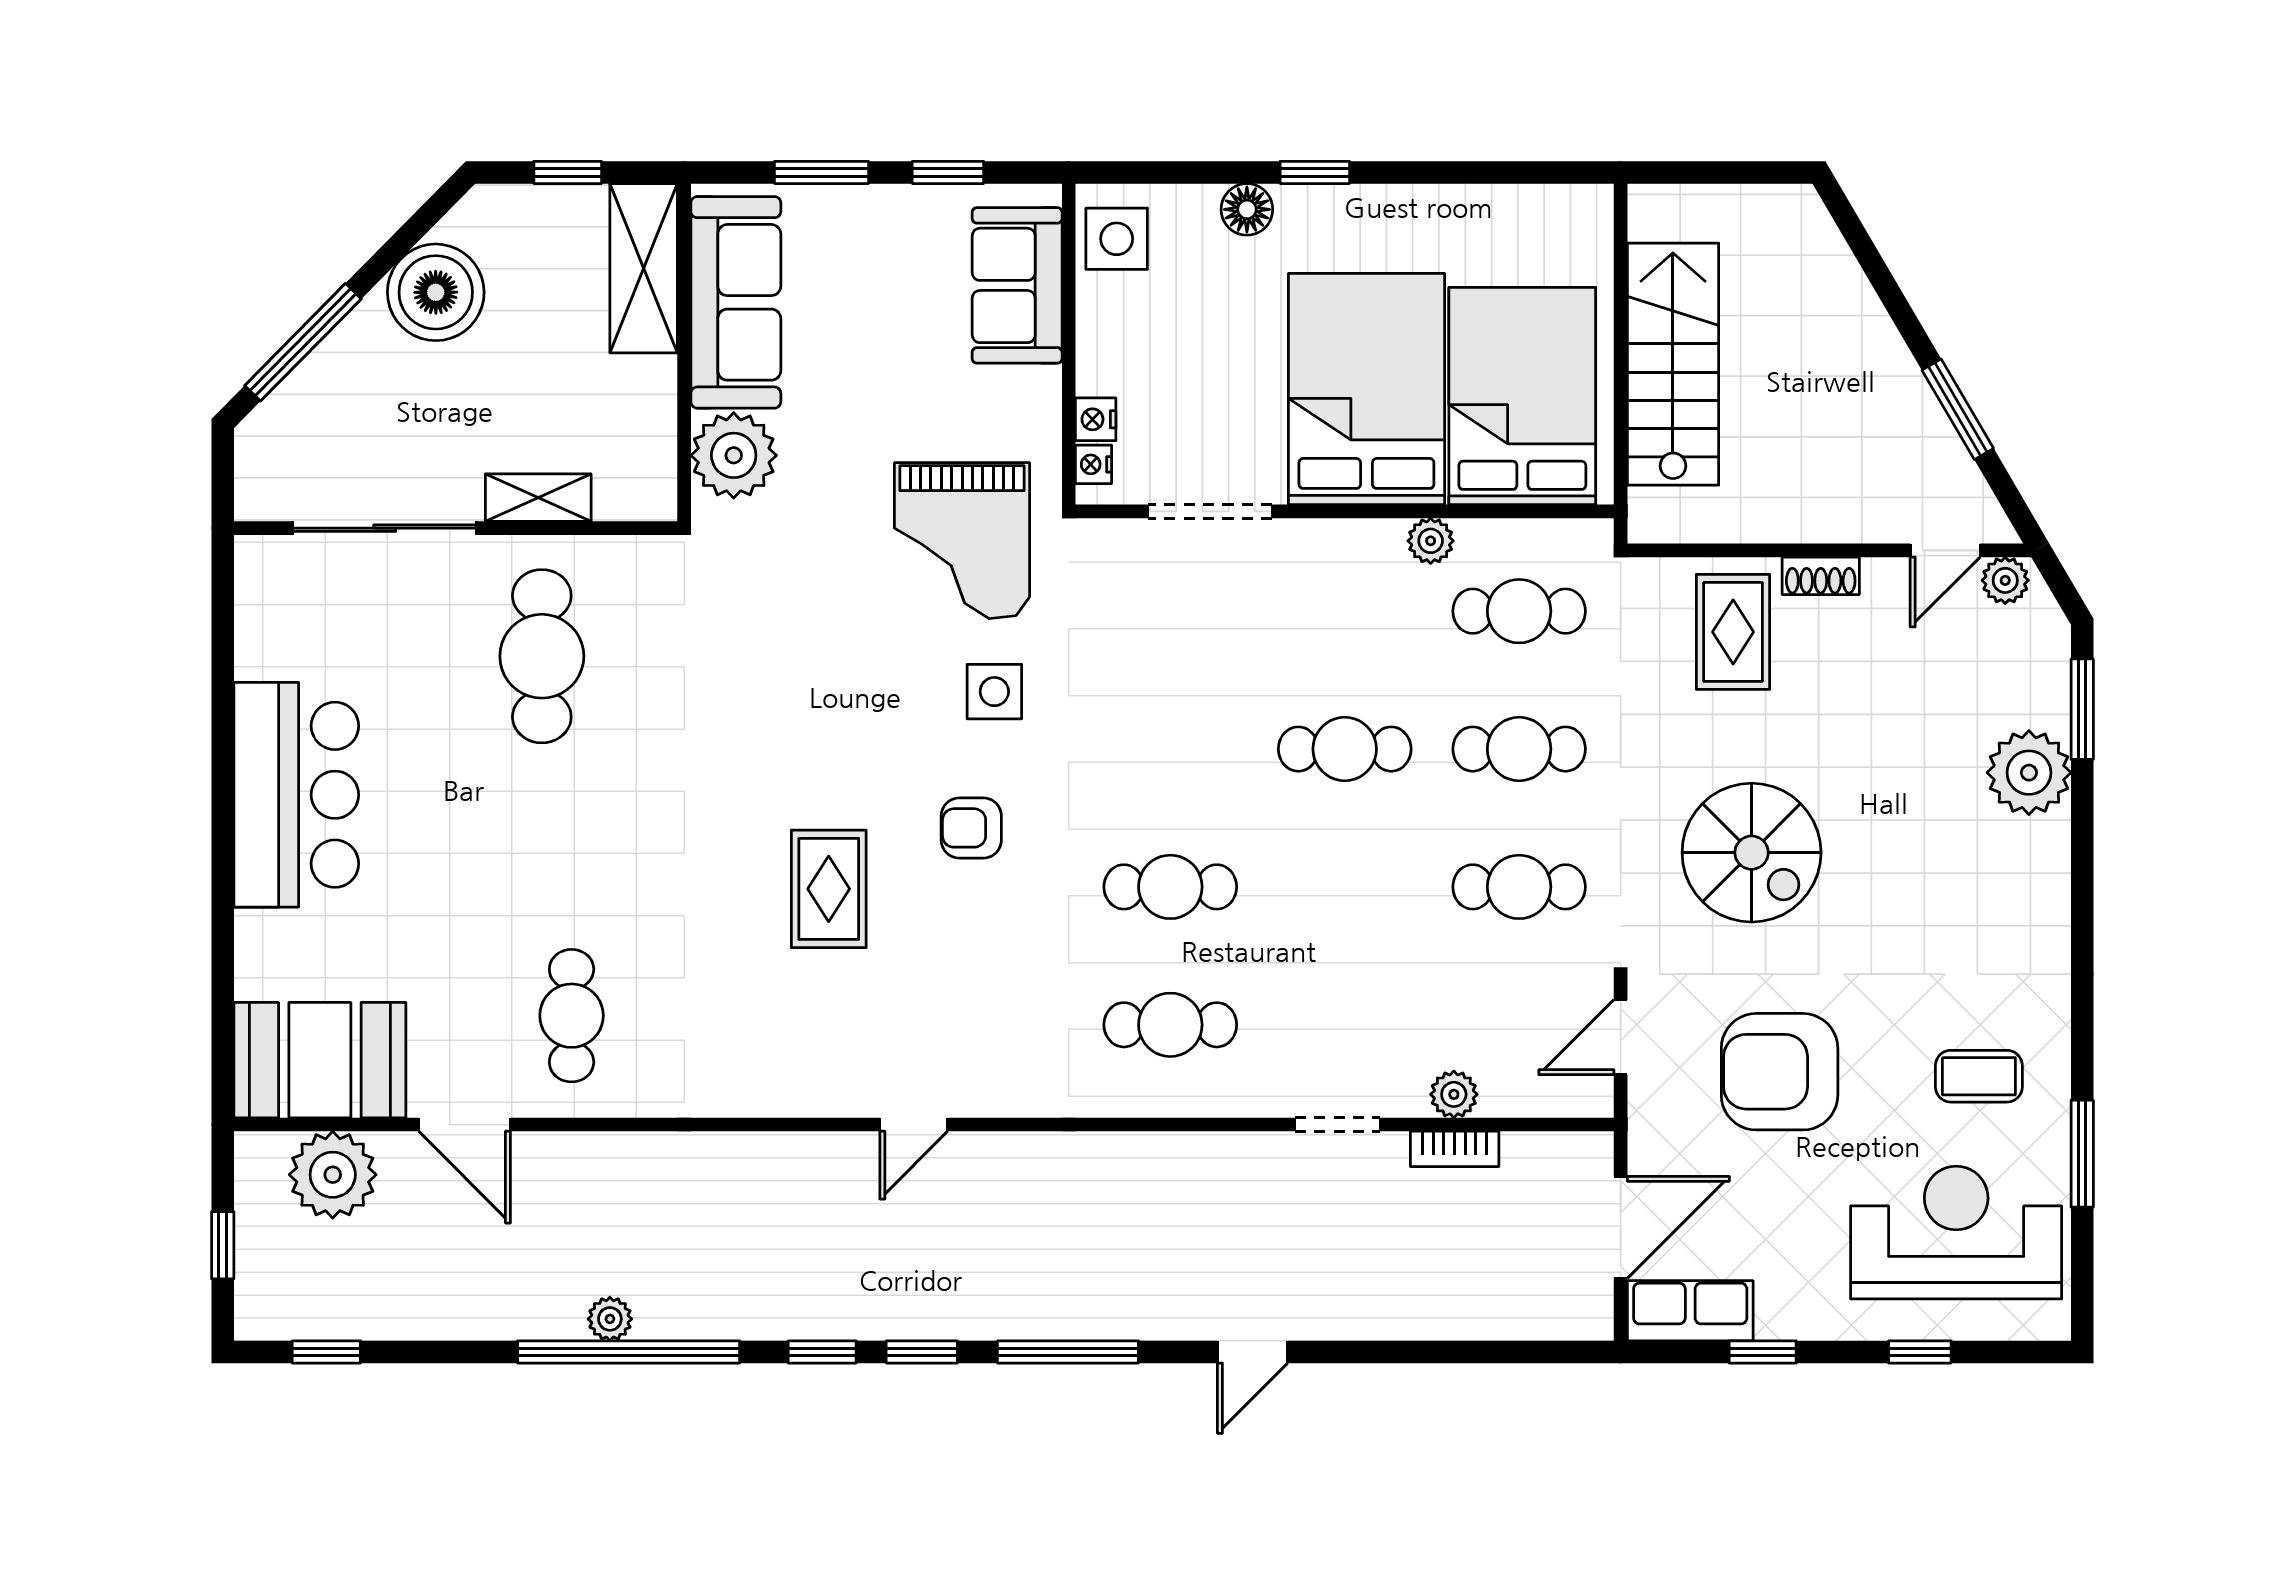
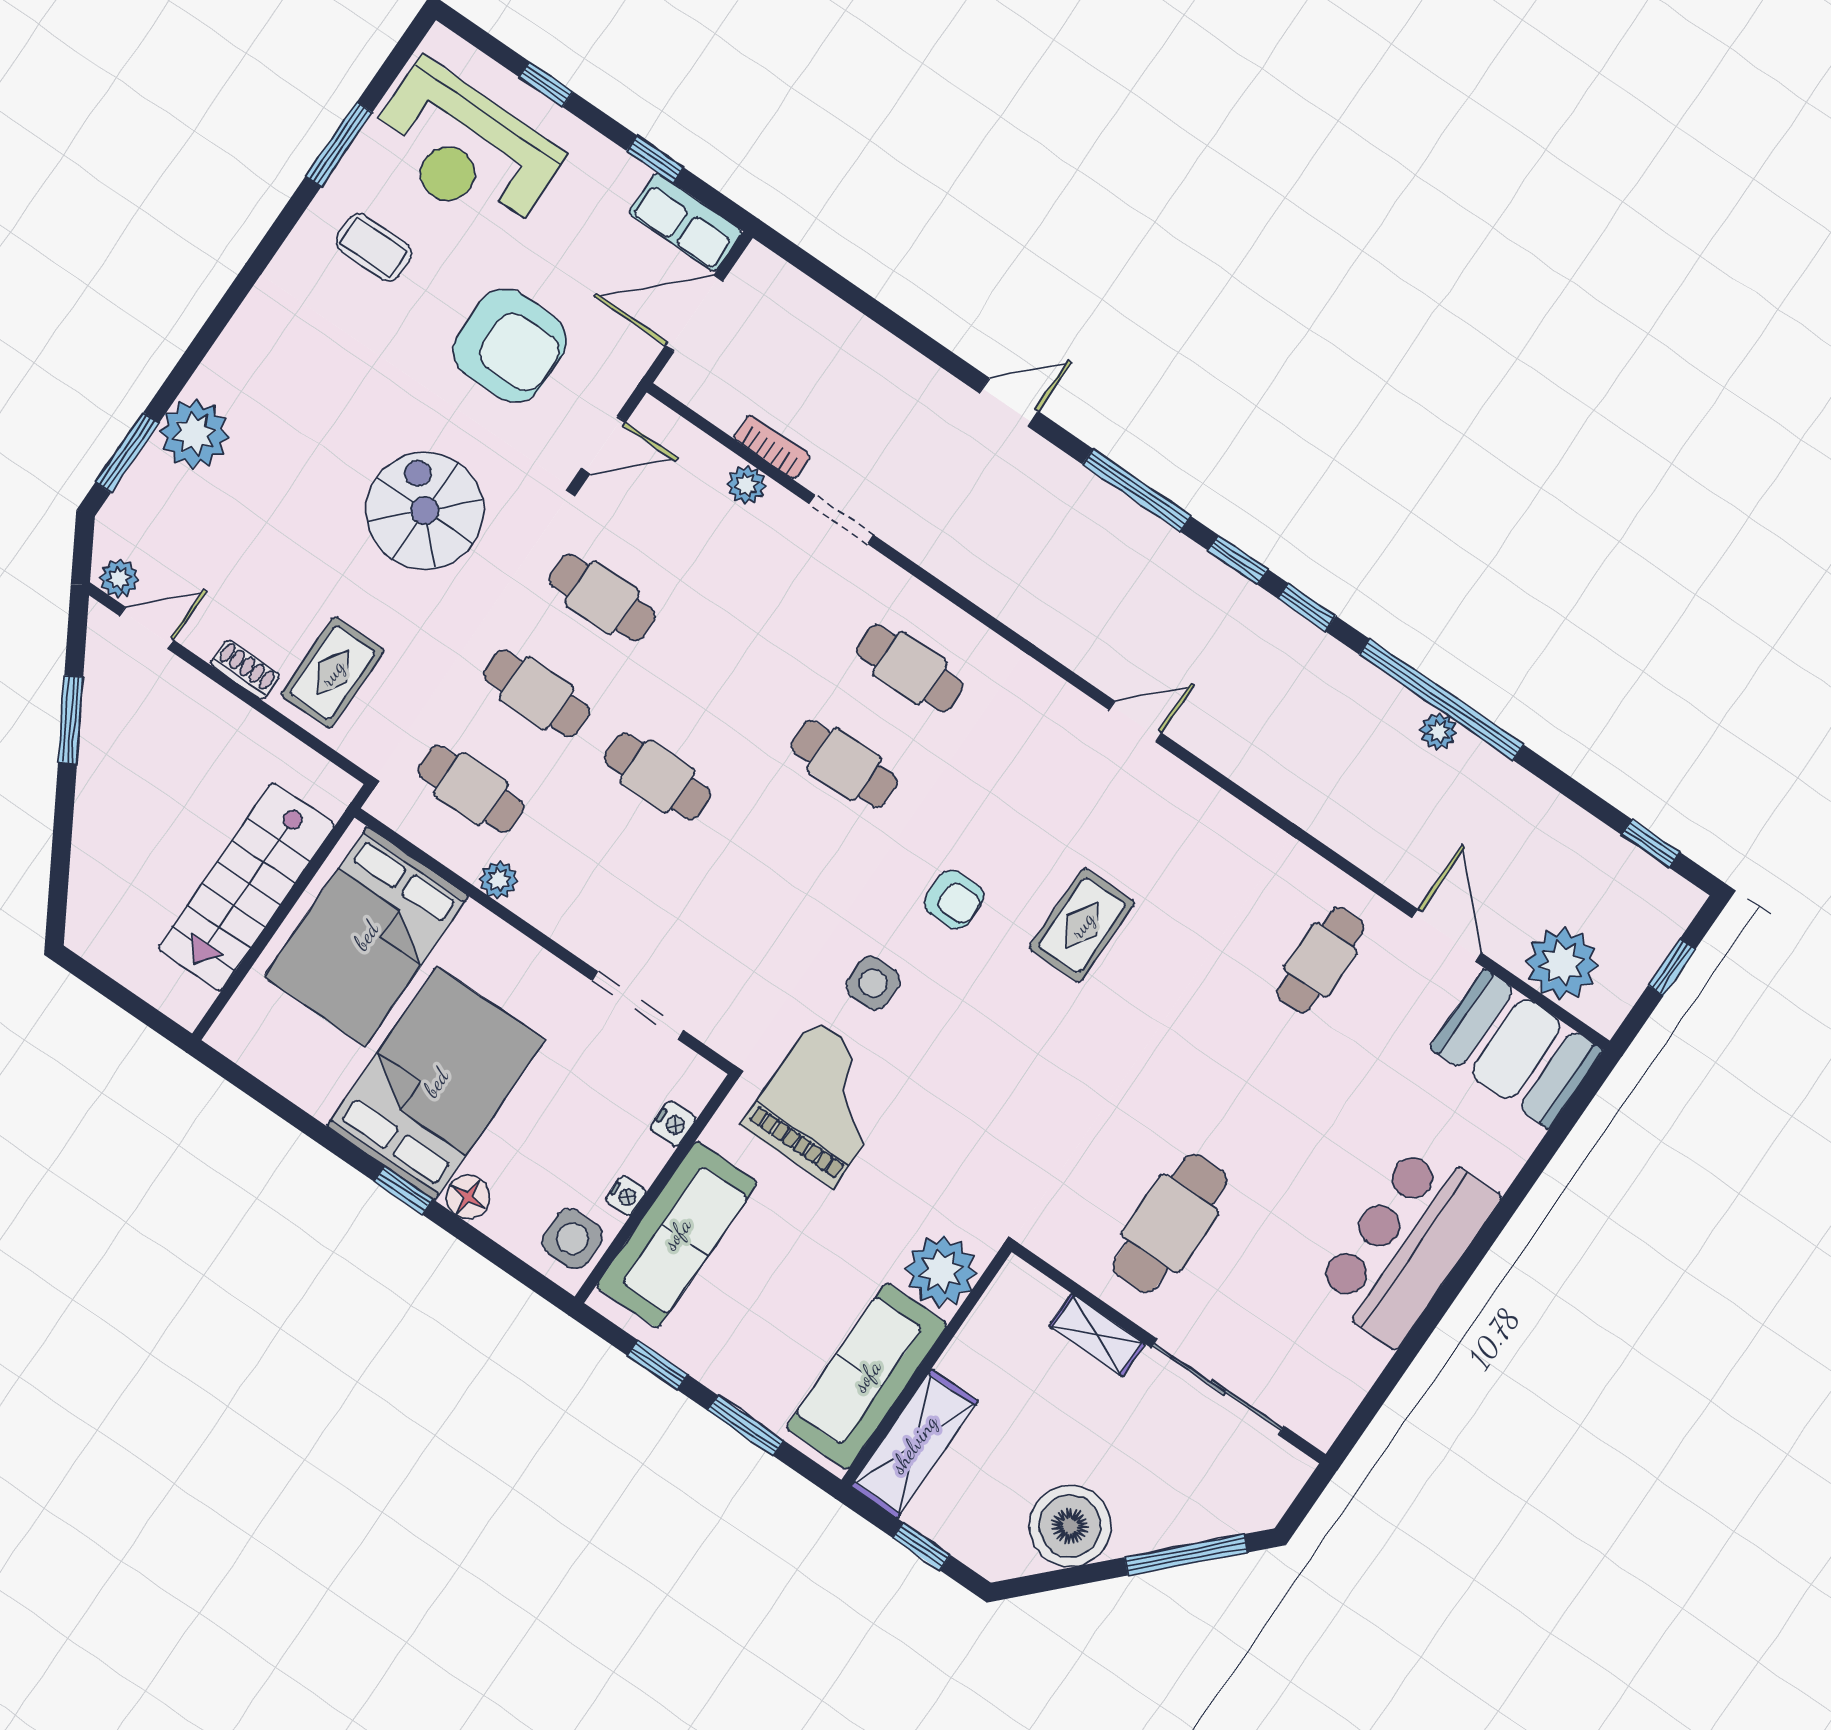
sofa: (1017, 285) -> (677, 1234), width x1.36
bed: (1366, 389) -> (436, 1083), moved, turned 180
nightstand: (1094, 464) -> (626, 1196), moved

